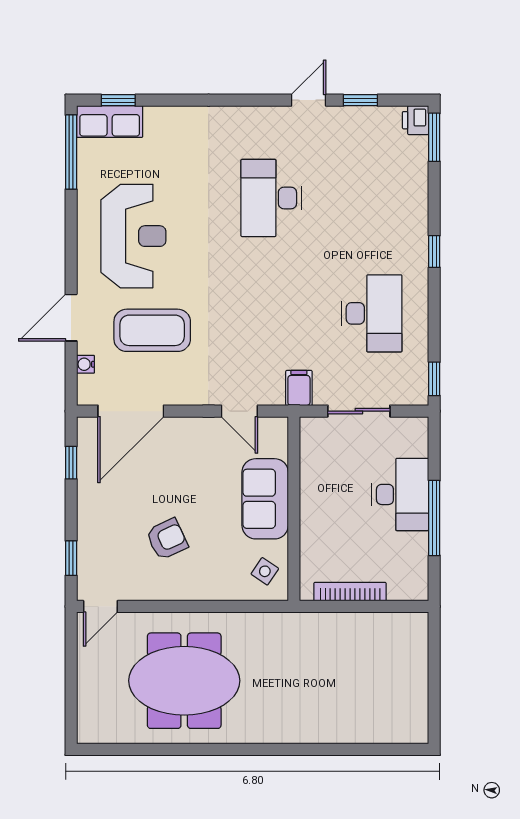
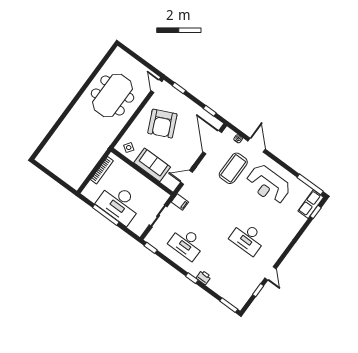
printer: (416, 120) -> (204, 277), moved
desk: (271, 198) -> (248, 238), turned 180
desk: (400, 494) -> (119, 204), width x1.36, depth x1.30
armchair: (167, 539) -> (162, 124), width x1.88, depth x1.88

